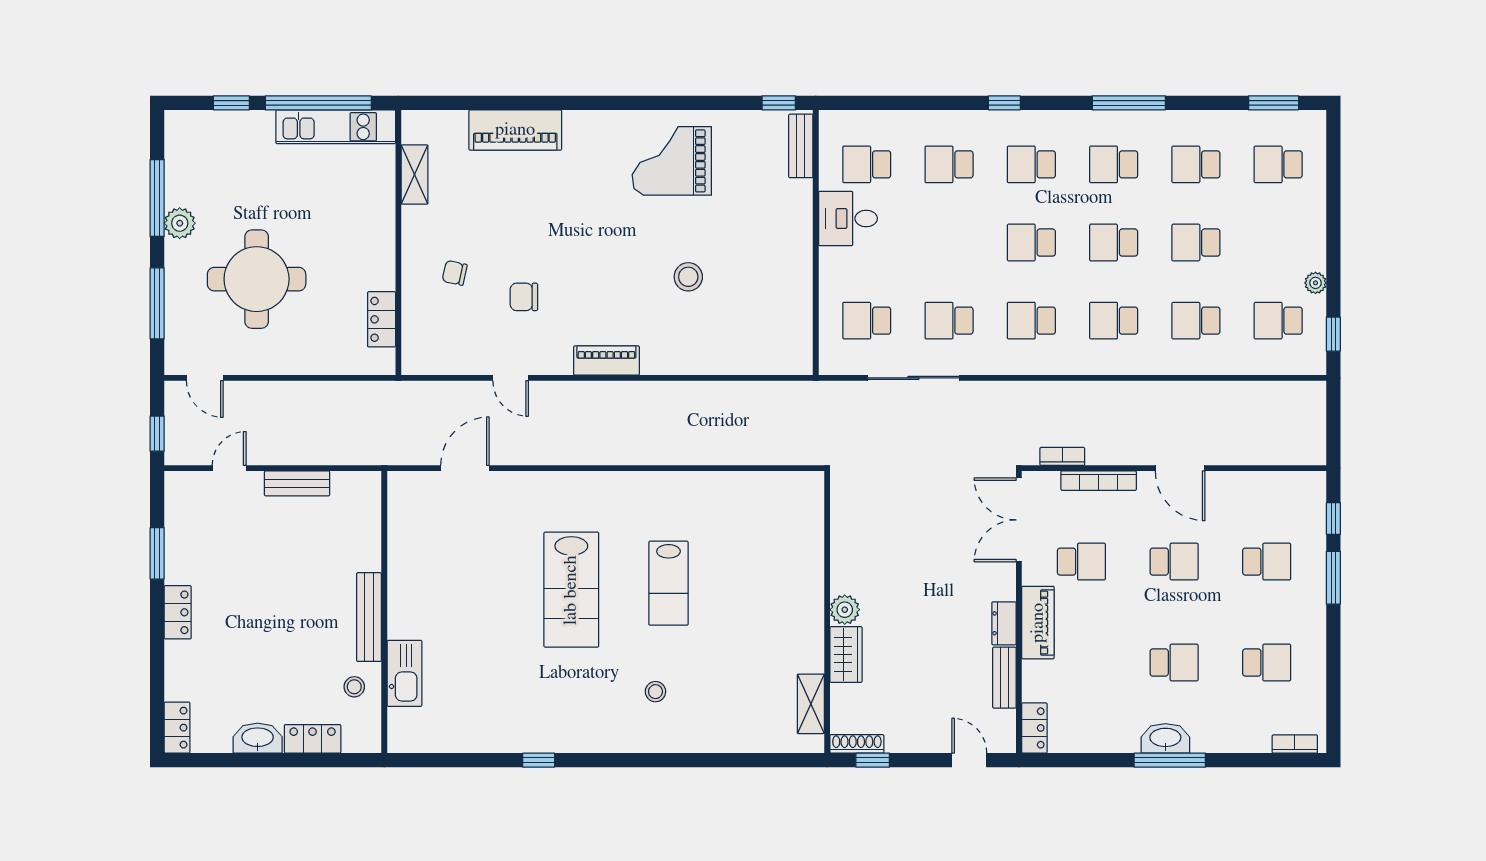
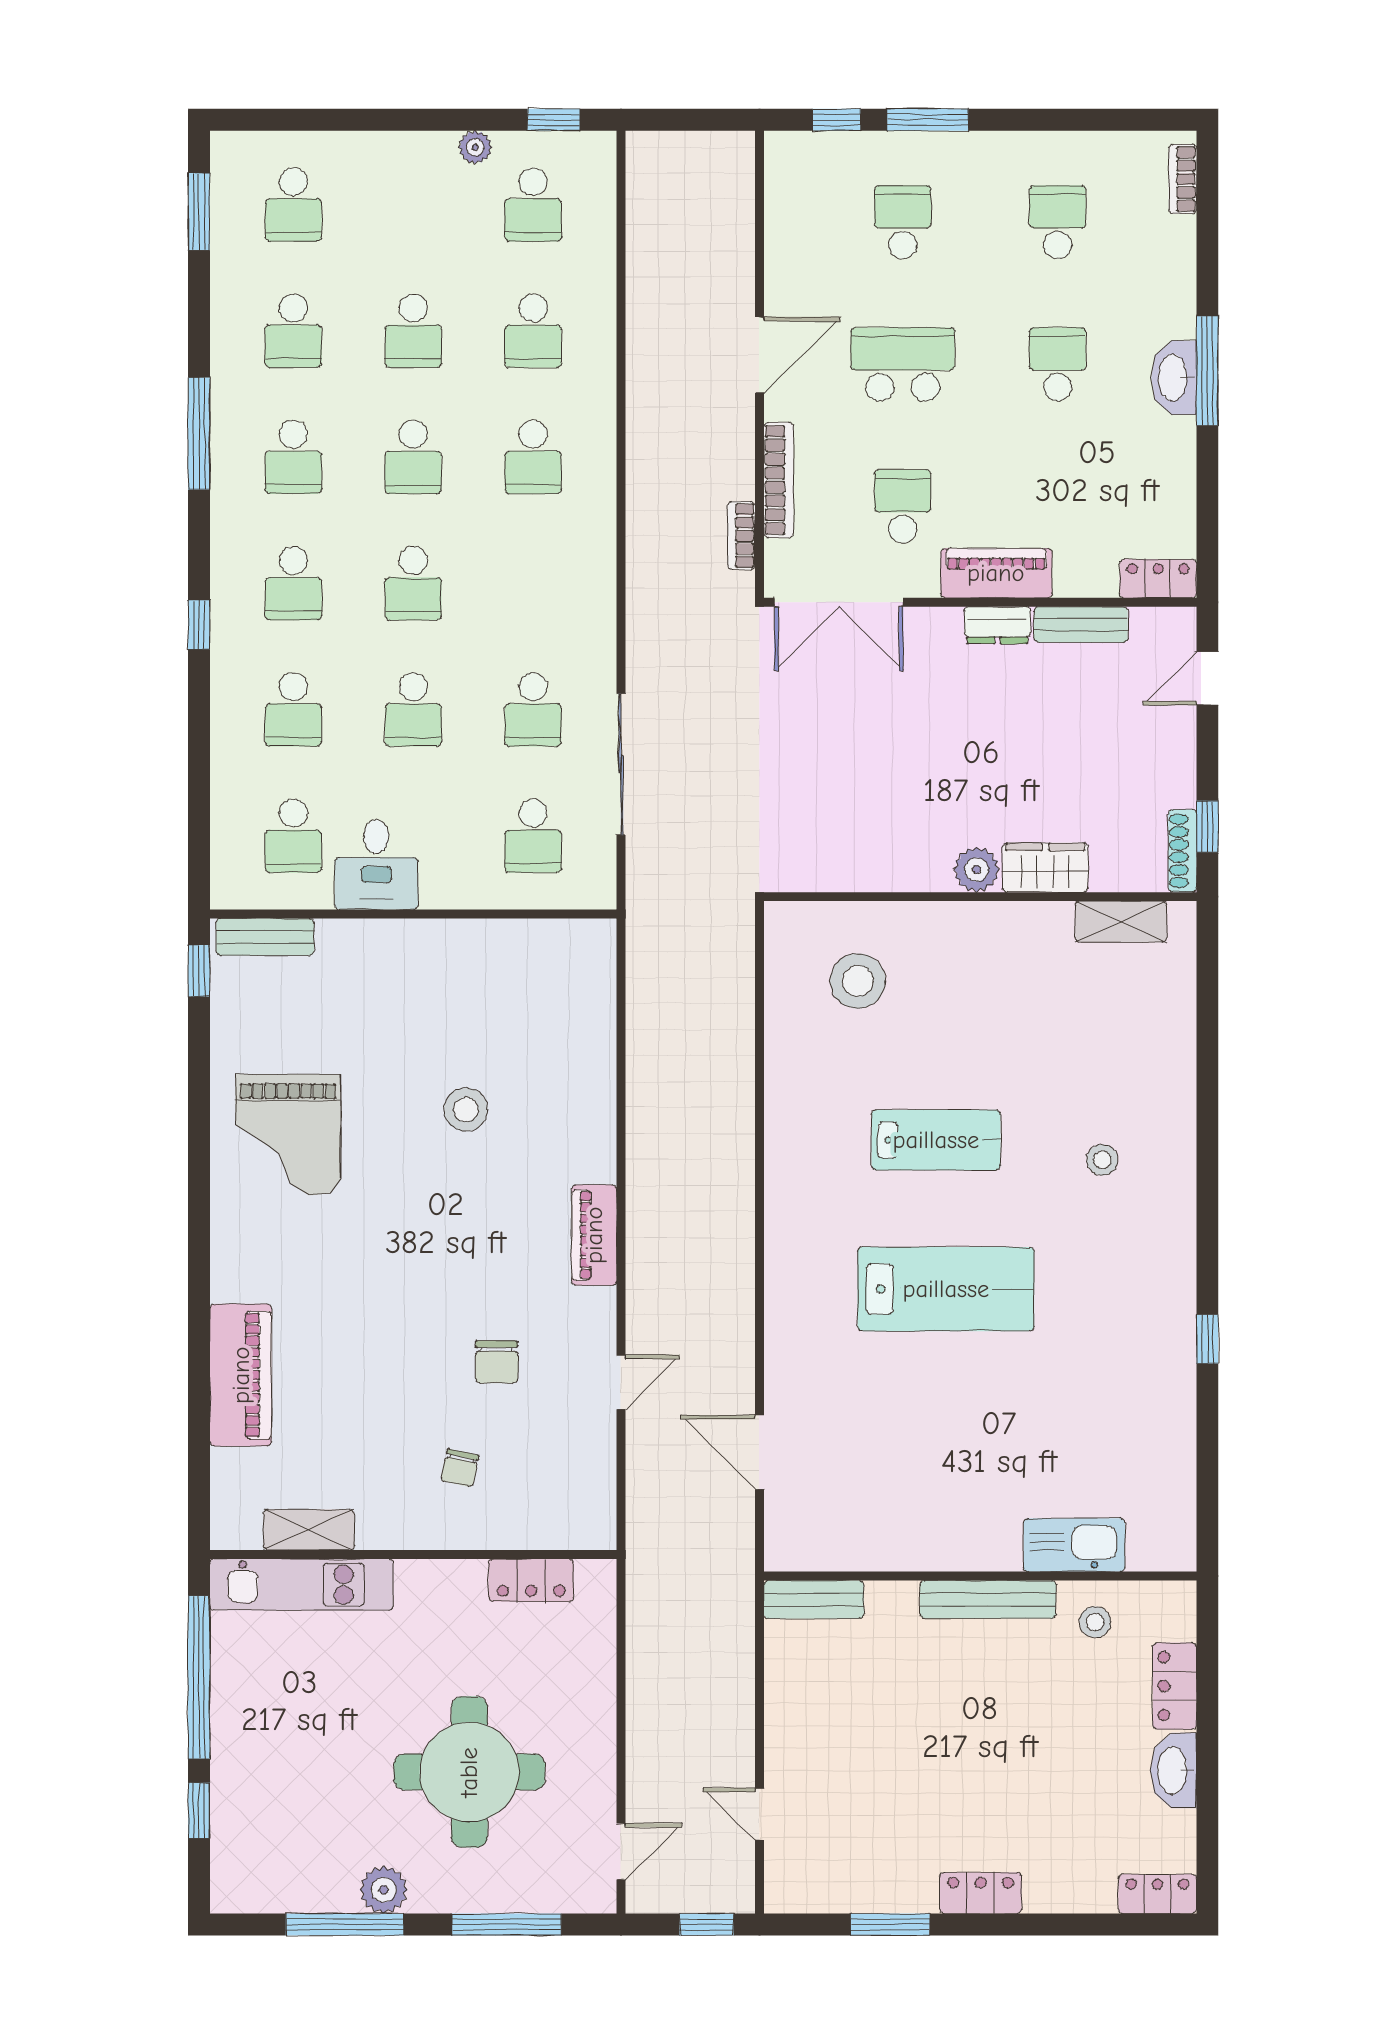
kitchen unit: (336, 127) -> (302, 1585), moved, turned 90
school desk: (1031, 321) -> (413, 709), moved
bench: (297, 483) -> (814, 1599), moved, turned 90
stool: (772, 532) -> (858, 981), added
school desk: (1174, 562) -> (903, 364), width x1.85

